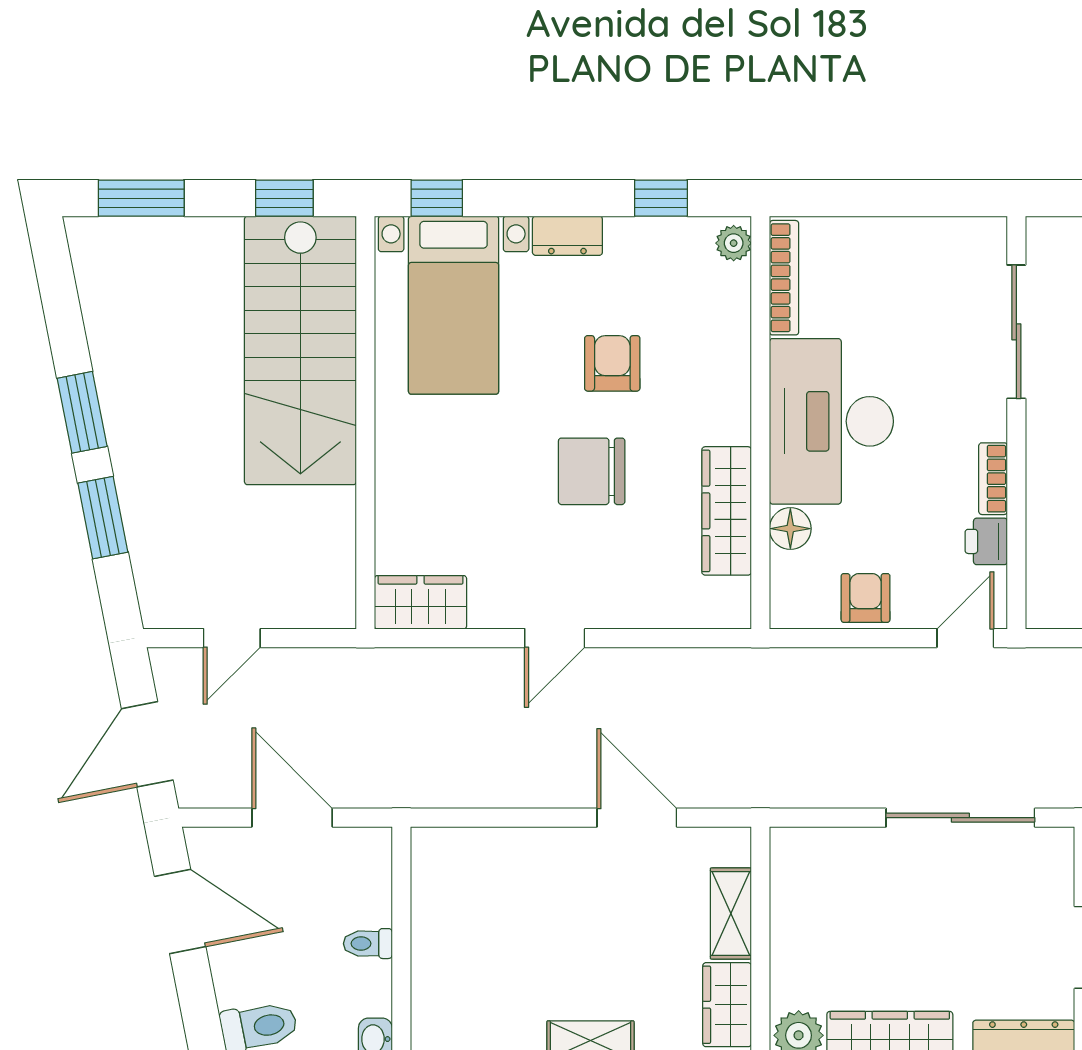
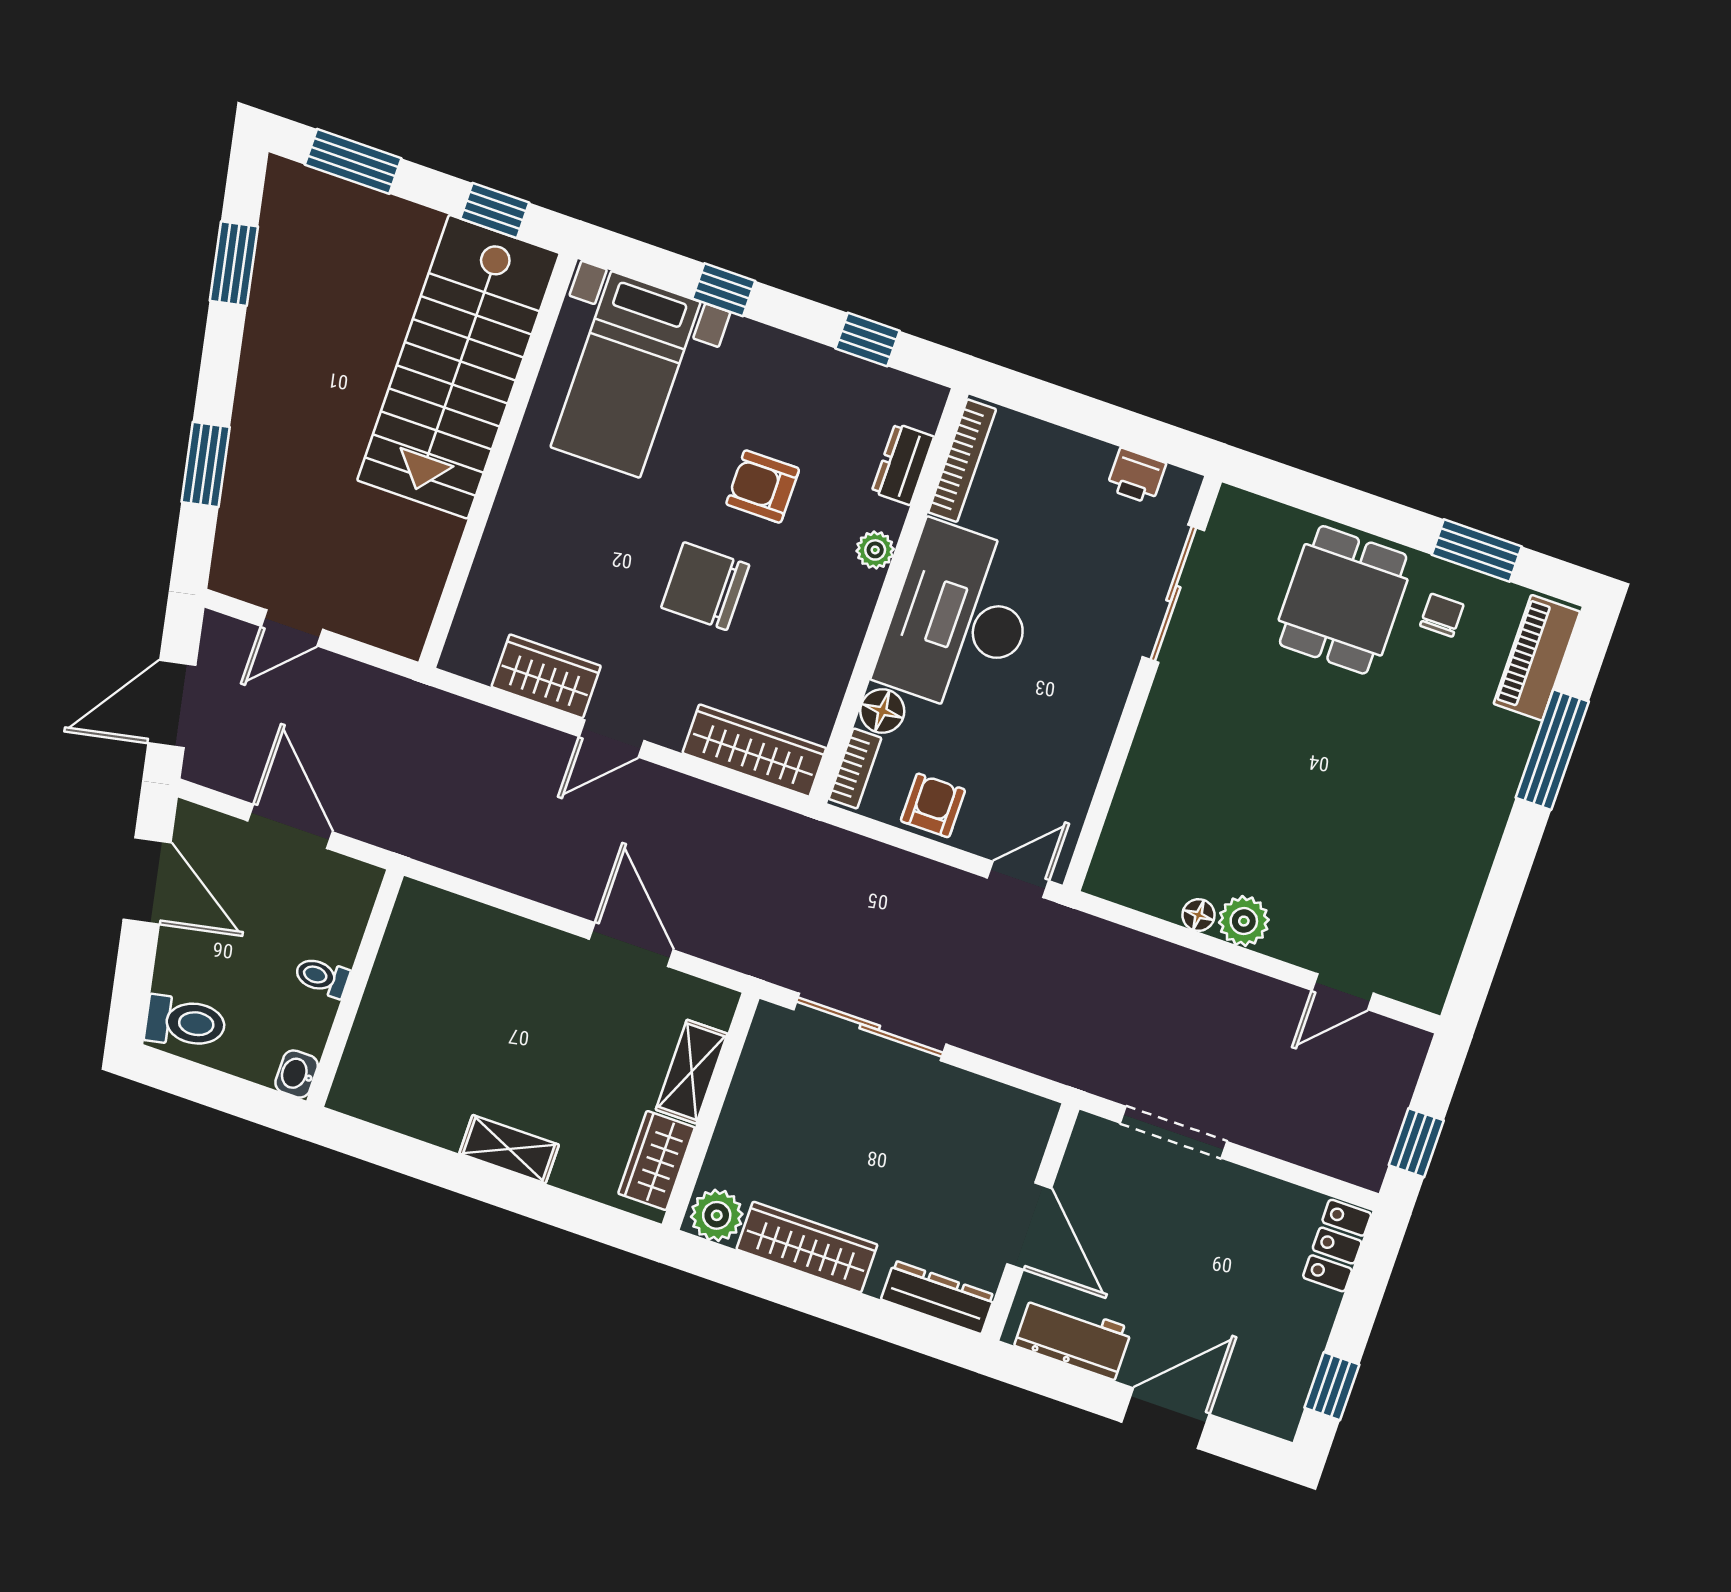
window: (437, 198) -> (724, 290), moved
dresser: (567, 236) -> (903, 464), moved, turned 90
plant: (734, 243) -> (875, 550), moved
armchair: (612, 363) -> (763, 486), turned -90
window: (82, 412) -> (234, 264), moved
bookcase: (993, 479) -> (855, 768), moved, turned 180
wardrobe: (727, 511) -> (754, 751), moved, turned 90
printer: (986, 541) -> (1136, 476), moved, turned -90
wardrobe: (420, 602) -> (546, 676), moved
sliding door: (960, 818) -> (870, 1027), moved

